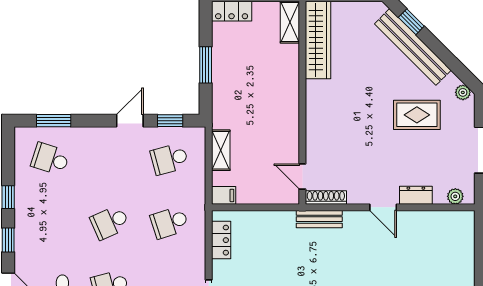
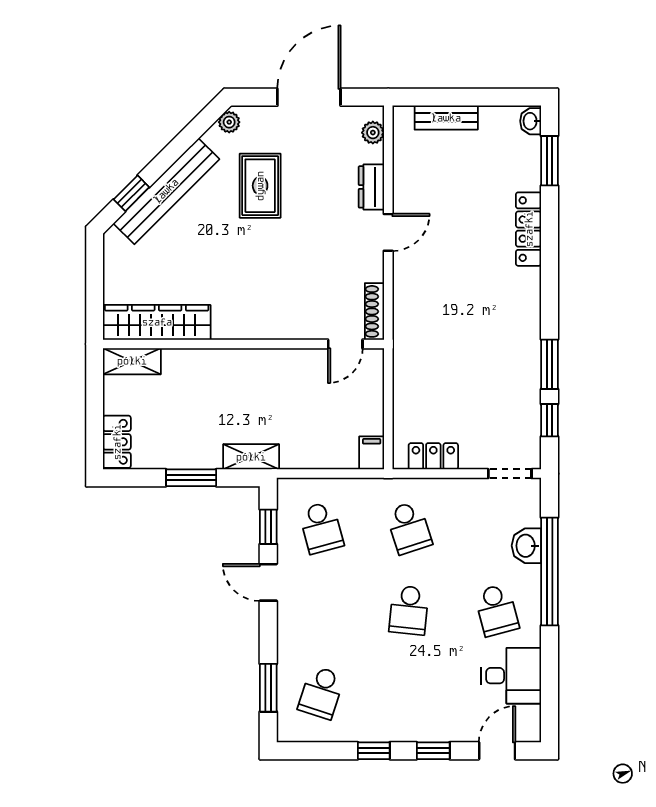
shelving: (221, 150) -> (251, 457), moved
bench: (319, 219) -> (446, 118), moved, turned 90
school desk: (110, 222) -> (409, 610), turned 30

